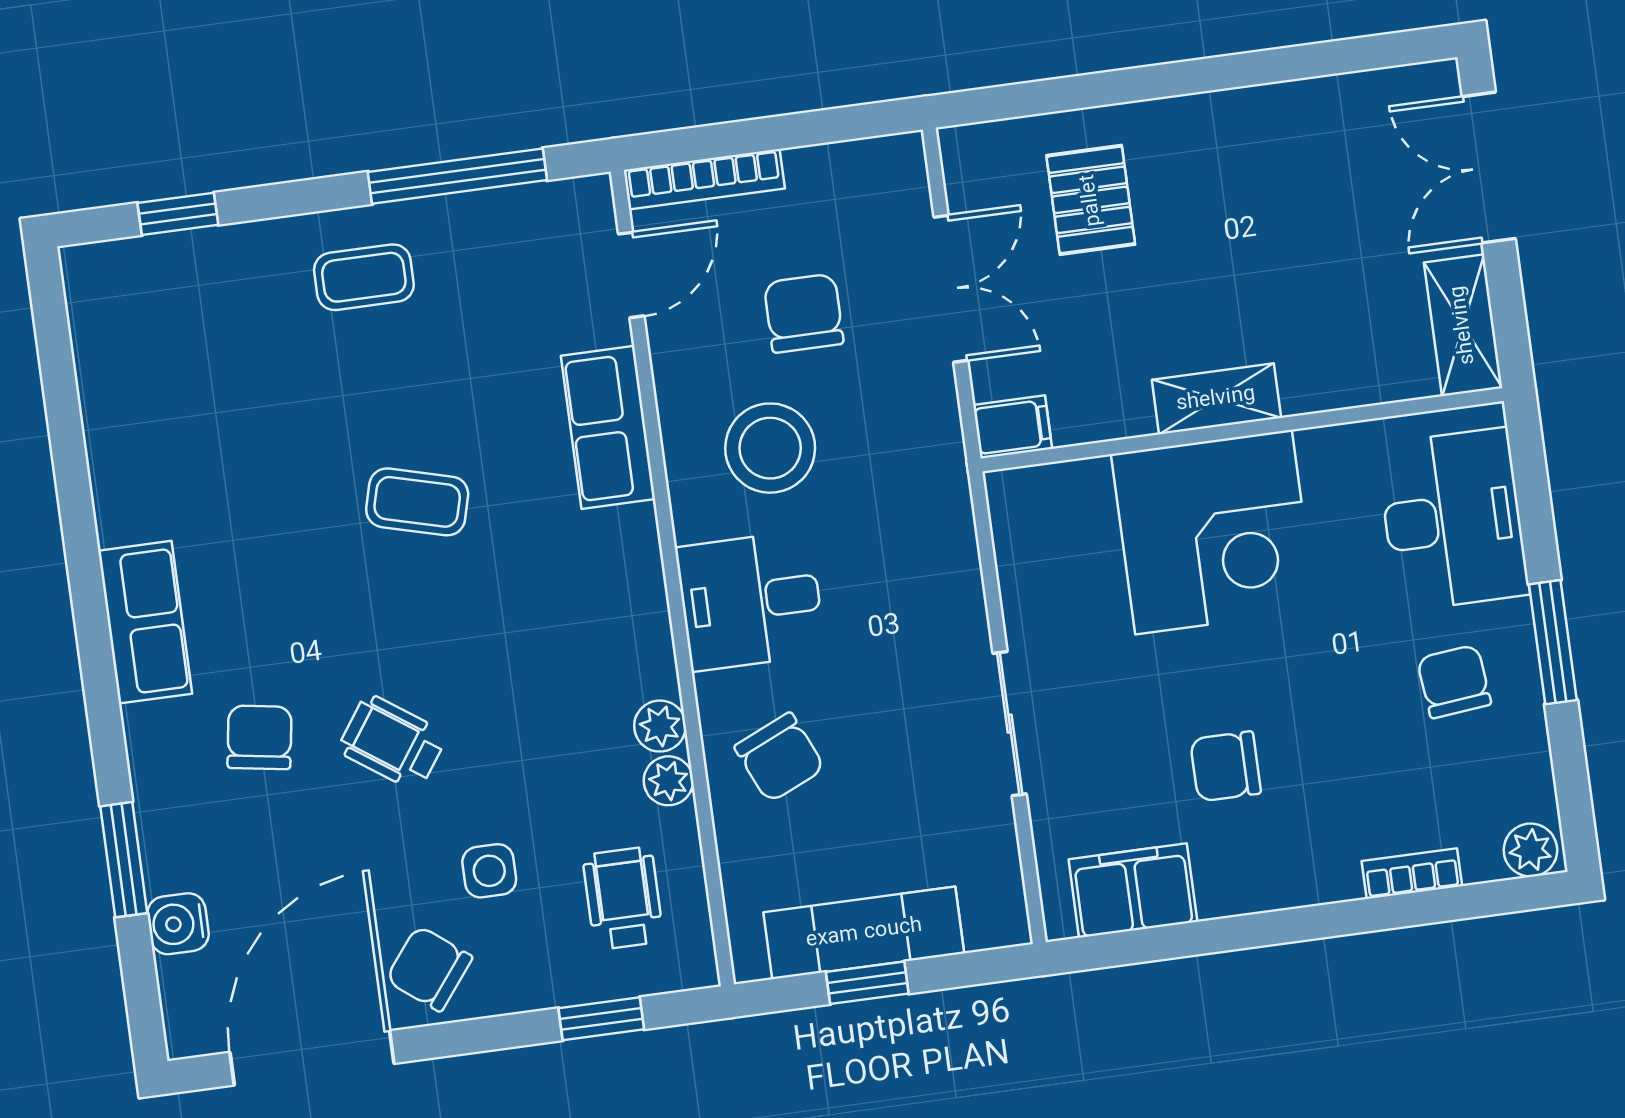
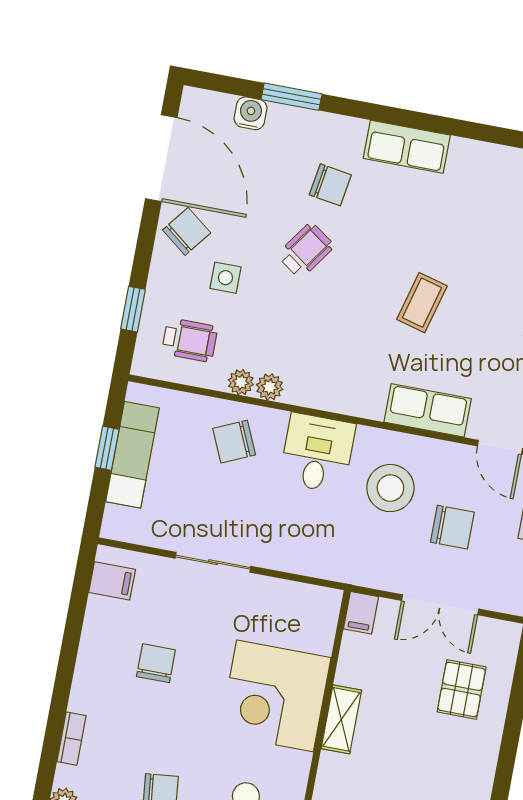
pallet: (1091, 200) -> (462, 689), turned 90
filing cabinet: (1133, 891) -> (112, 581), width x0.50

